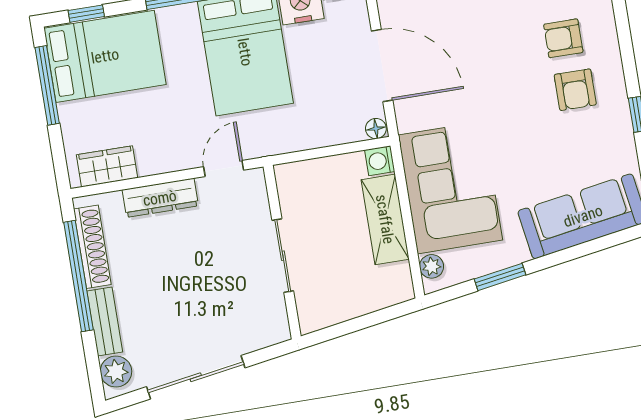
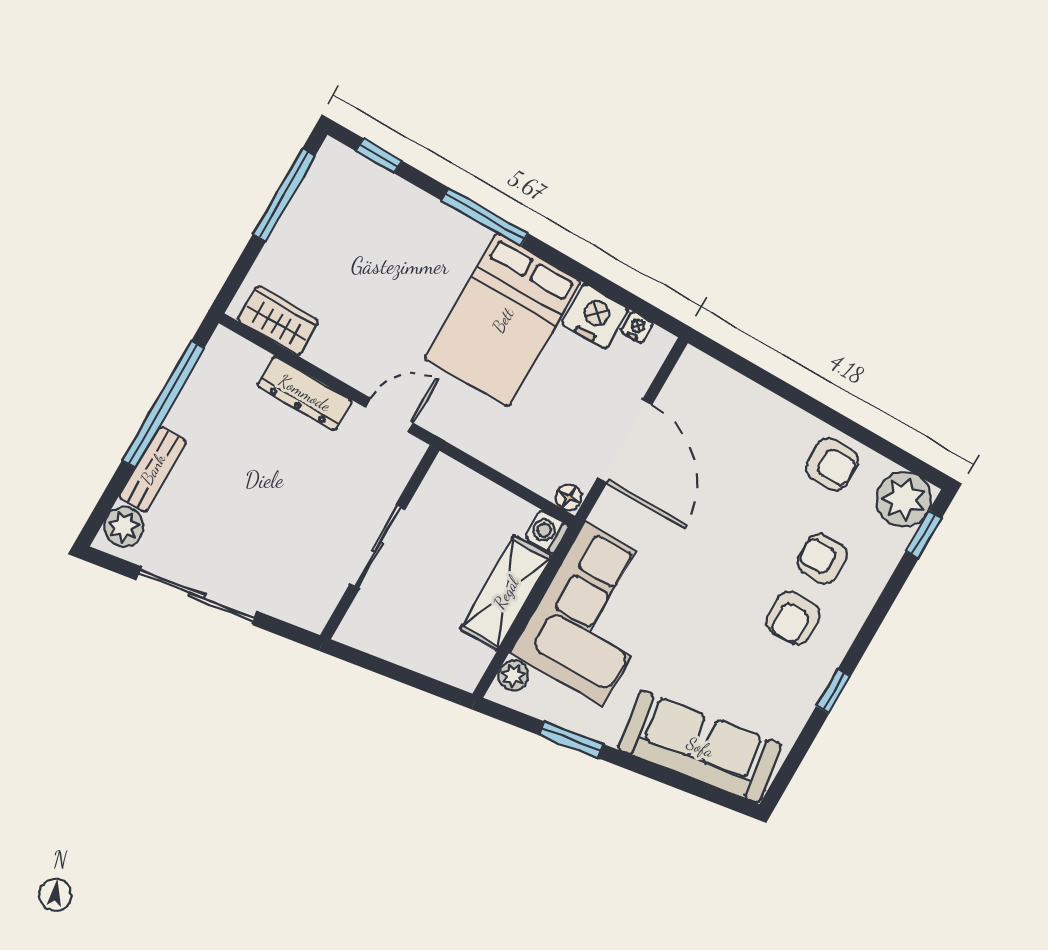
bed: (105, 56) -> (363, 212), removed
shoe rack: (92, 247) -> (200, 387), removed

